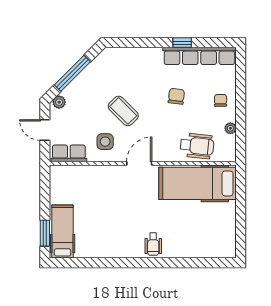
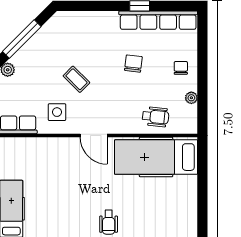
coffee table: (123, 111) -> (76, 79), width x0.73, depth x0.77
wheelchair: (197, 146) -> (155, 117), width x0.73, depth x0.73
door: (139, 163) -> (94, 136), swing flipped

